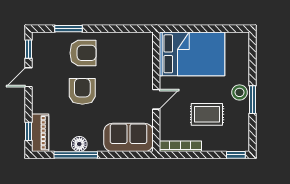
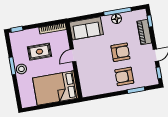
armchair: (82, 91) -> (120, 52), turned -90
piano: (40, 133) -> (144, 32), moved

